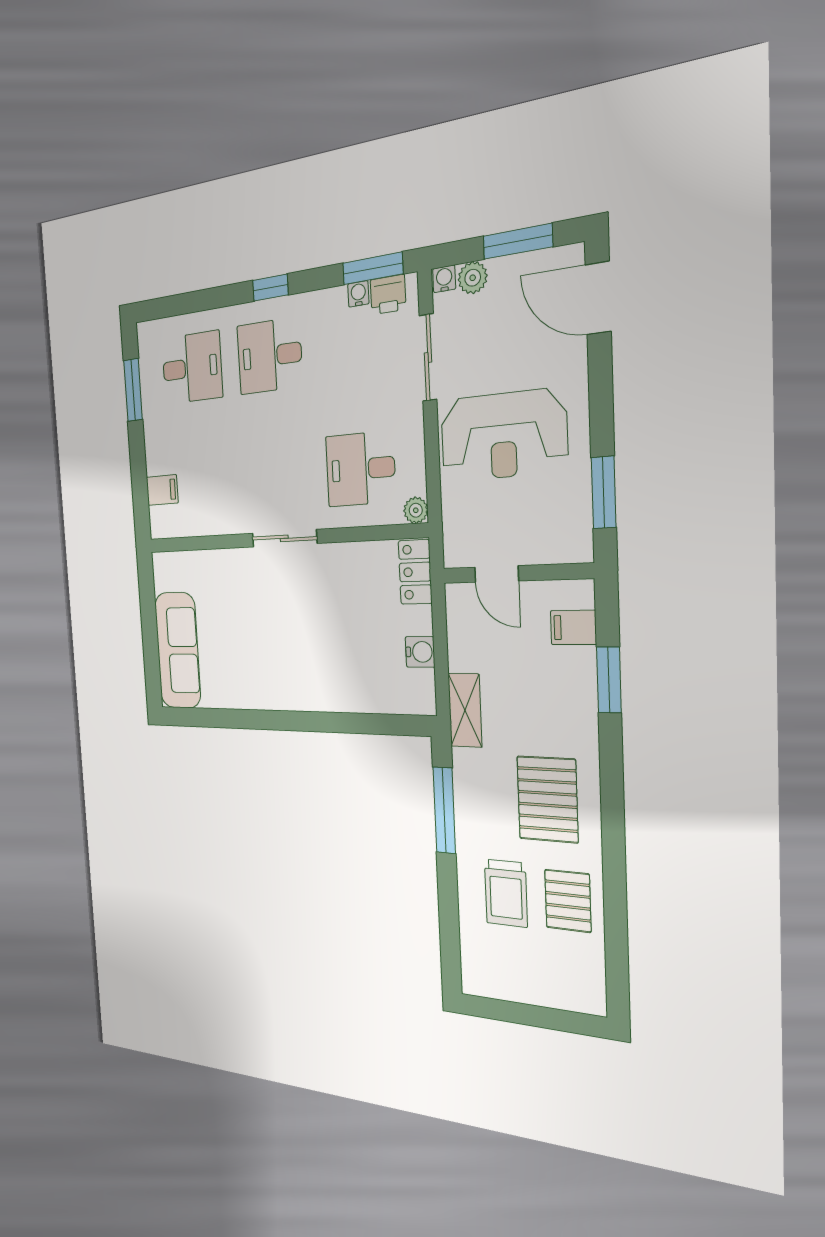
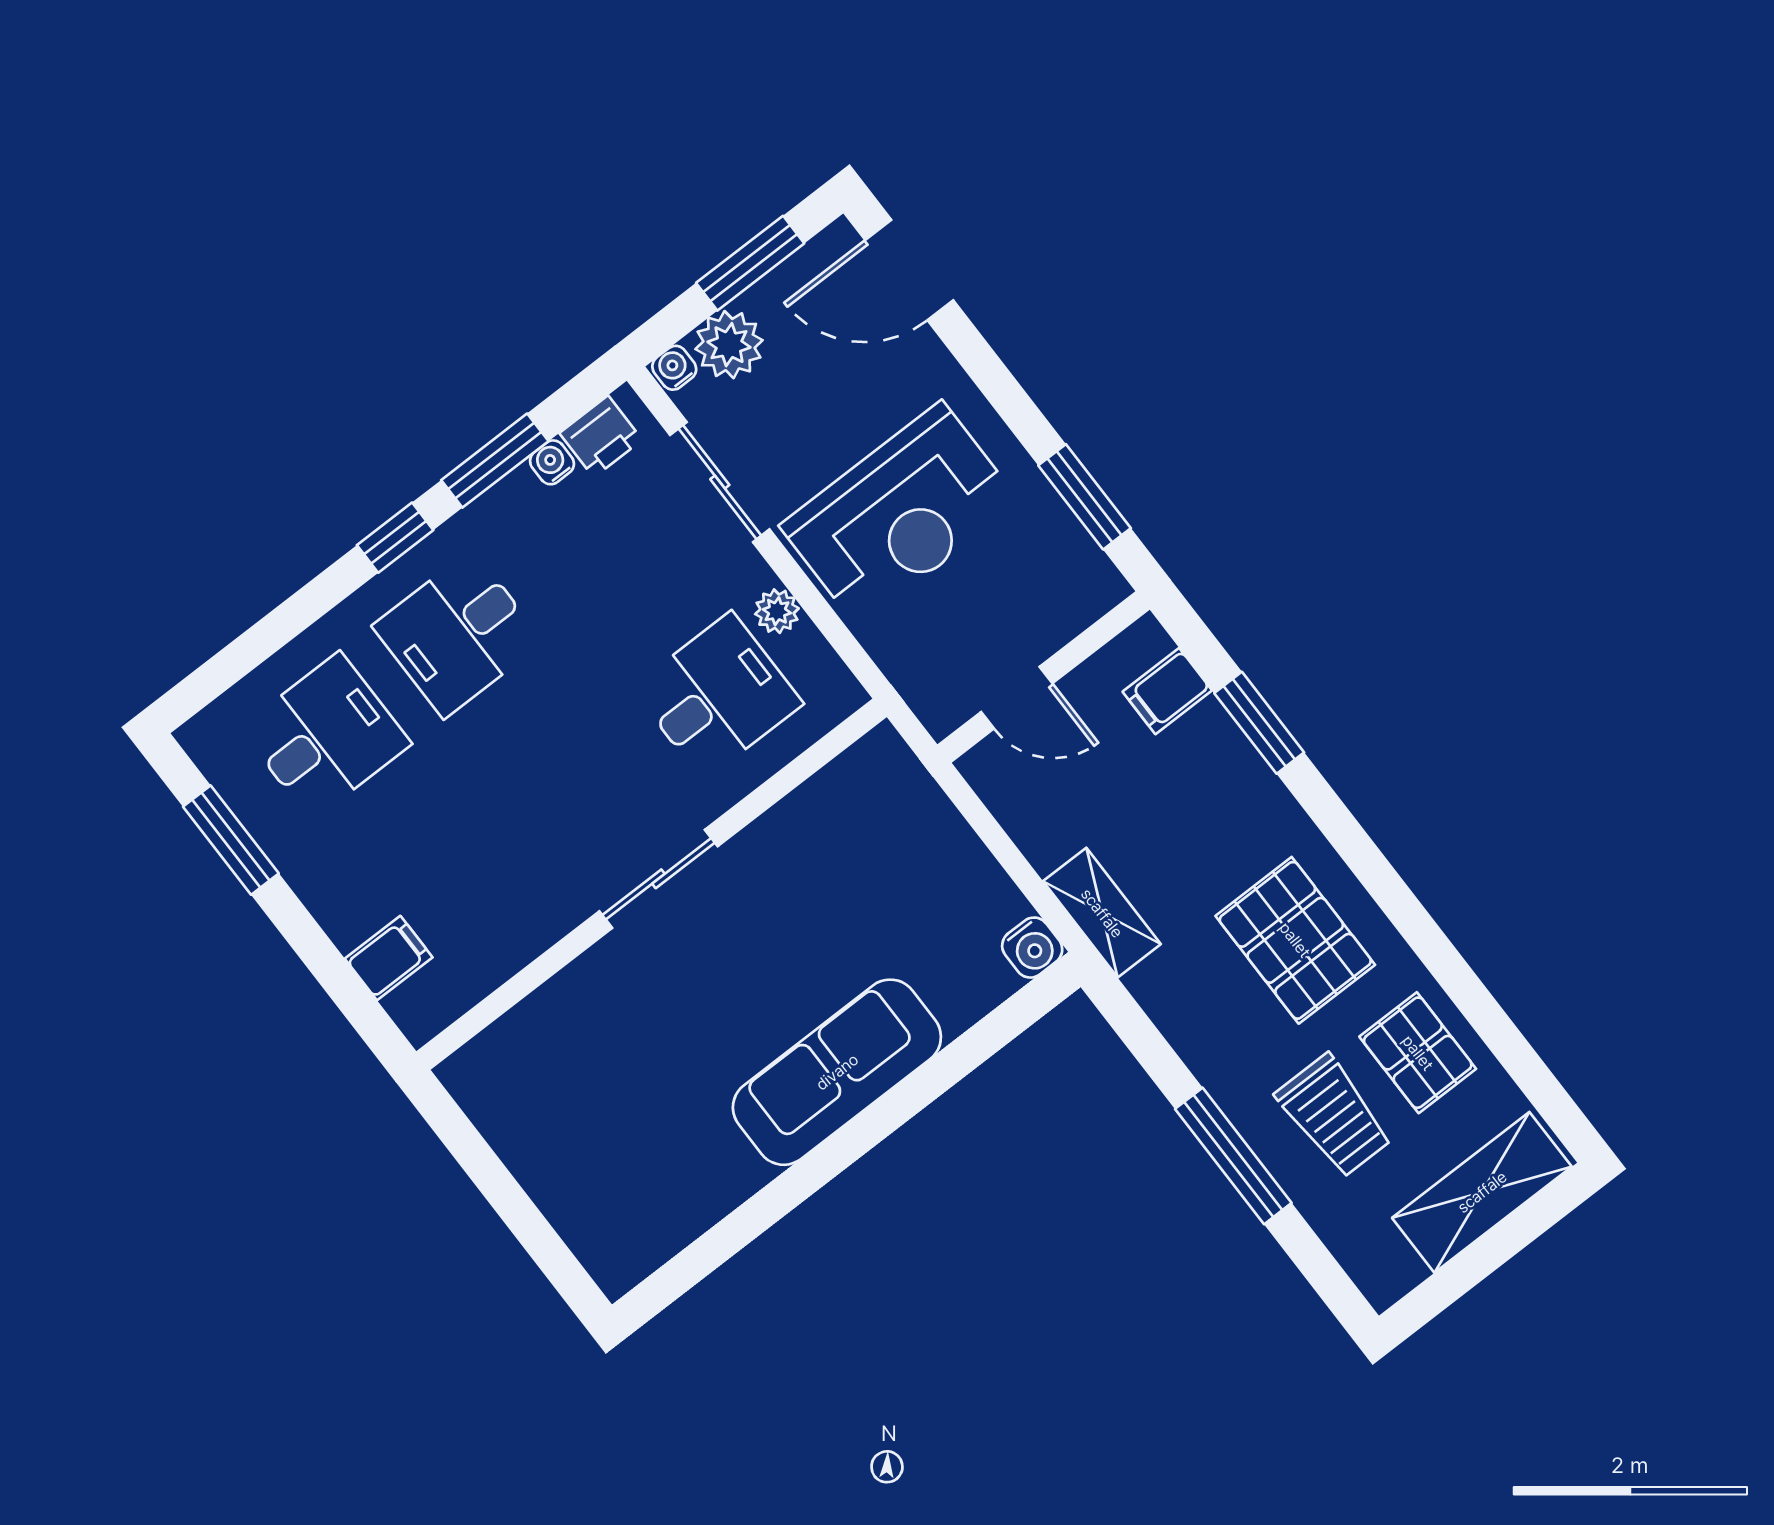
window: (373, 268) -> (495, 461), moved
plant: (473, 278) -> (729, 345), width x1.38, depth x1.38
desk: (361, 469) -> (717, 696), turned 180
plant: (416, 510) -> (777, 611), moved
locker: (415, 572) -> (899, 779), removed
sofa: (178, 650) -> (837, 1072), moved, turned -90
water cooler: (420, 652) -> (1032, 948), moved, turned 90
window: (444, 810) -> (1233, 1156), moved
shelving: (550, 988) -> (1482, 1192), added

